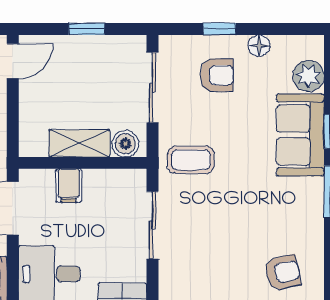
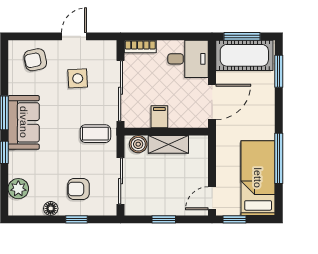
sofa: (300, 135) -> (24, 122), moved
filing cabinet: (69, 186) -> (159, 117), moved
sliding door: (152, 225) -> (121, 91), width x1.37
side table: (218, 244) -> (78, 78), added

